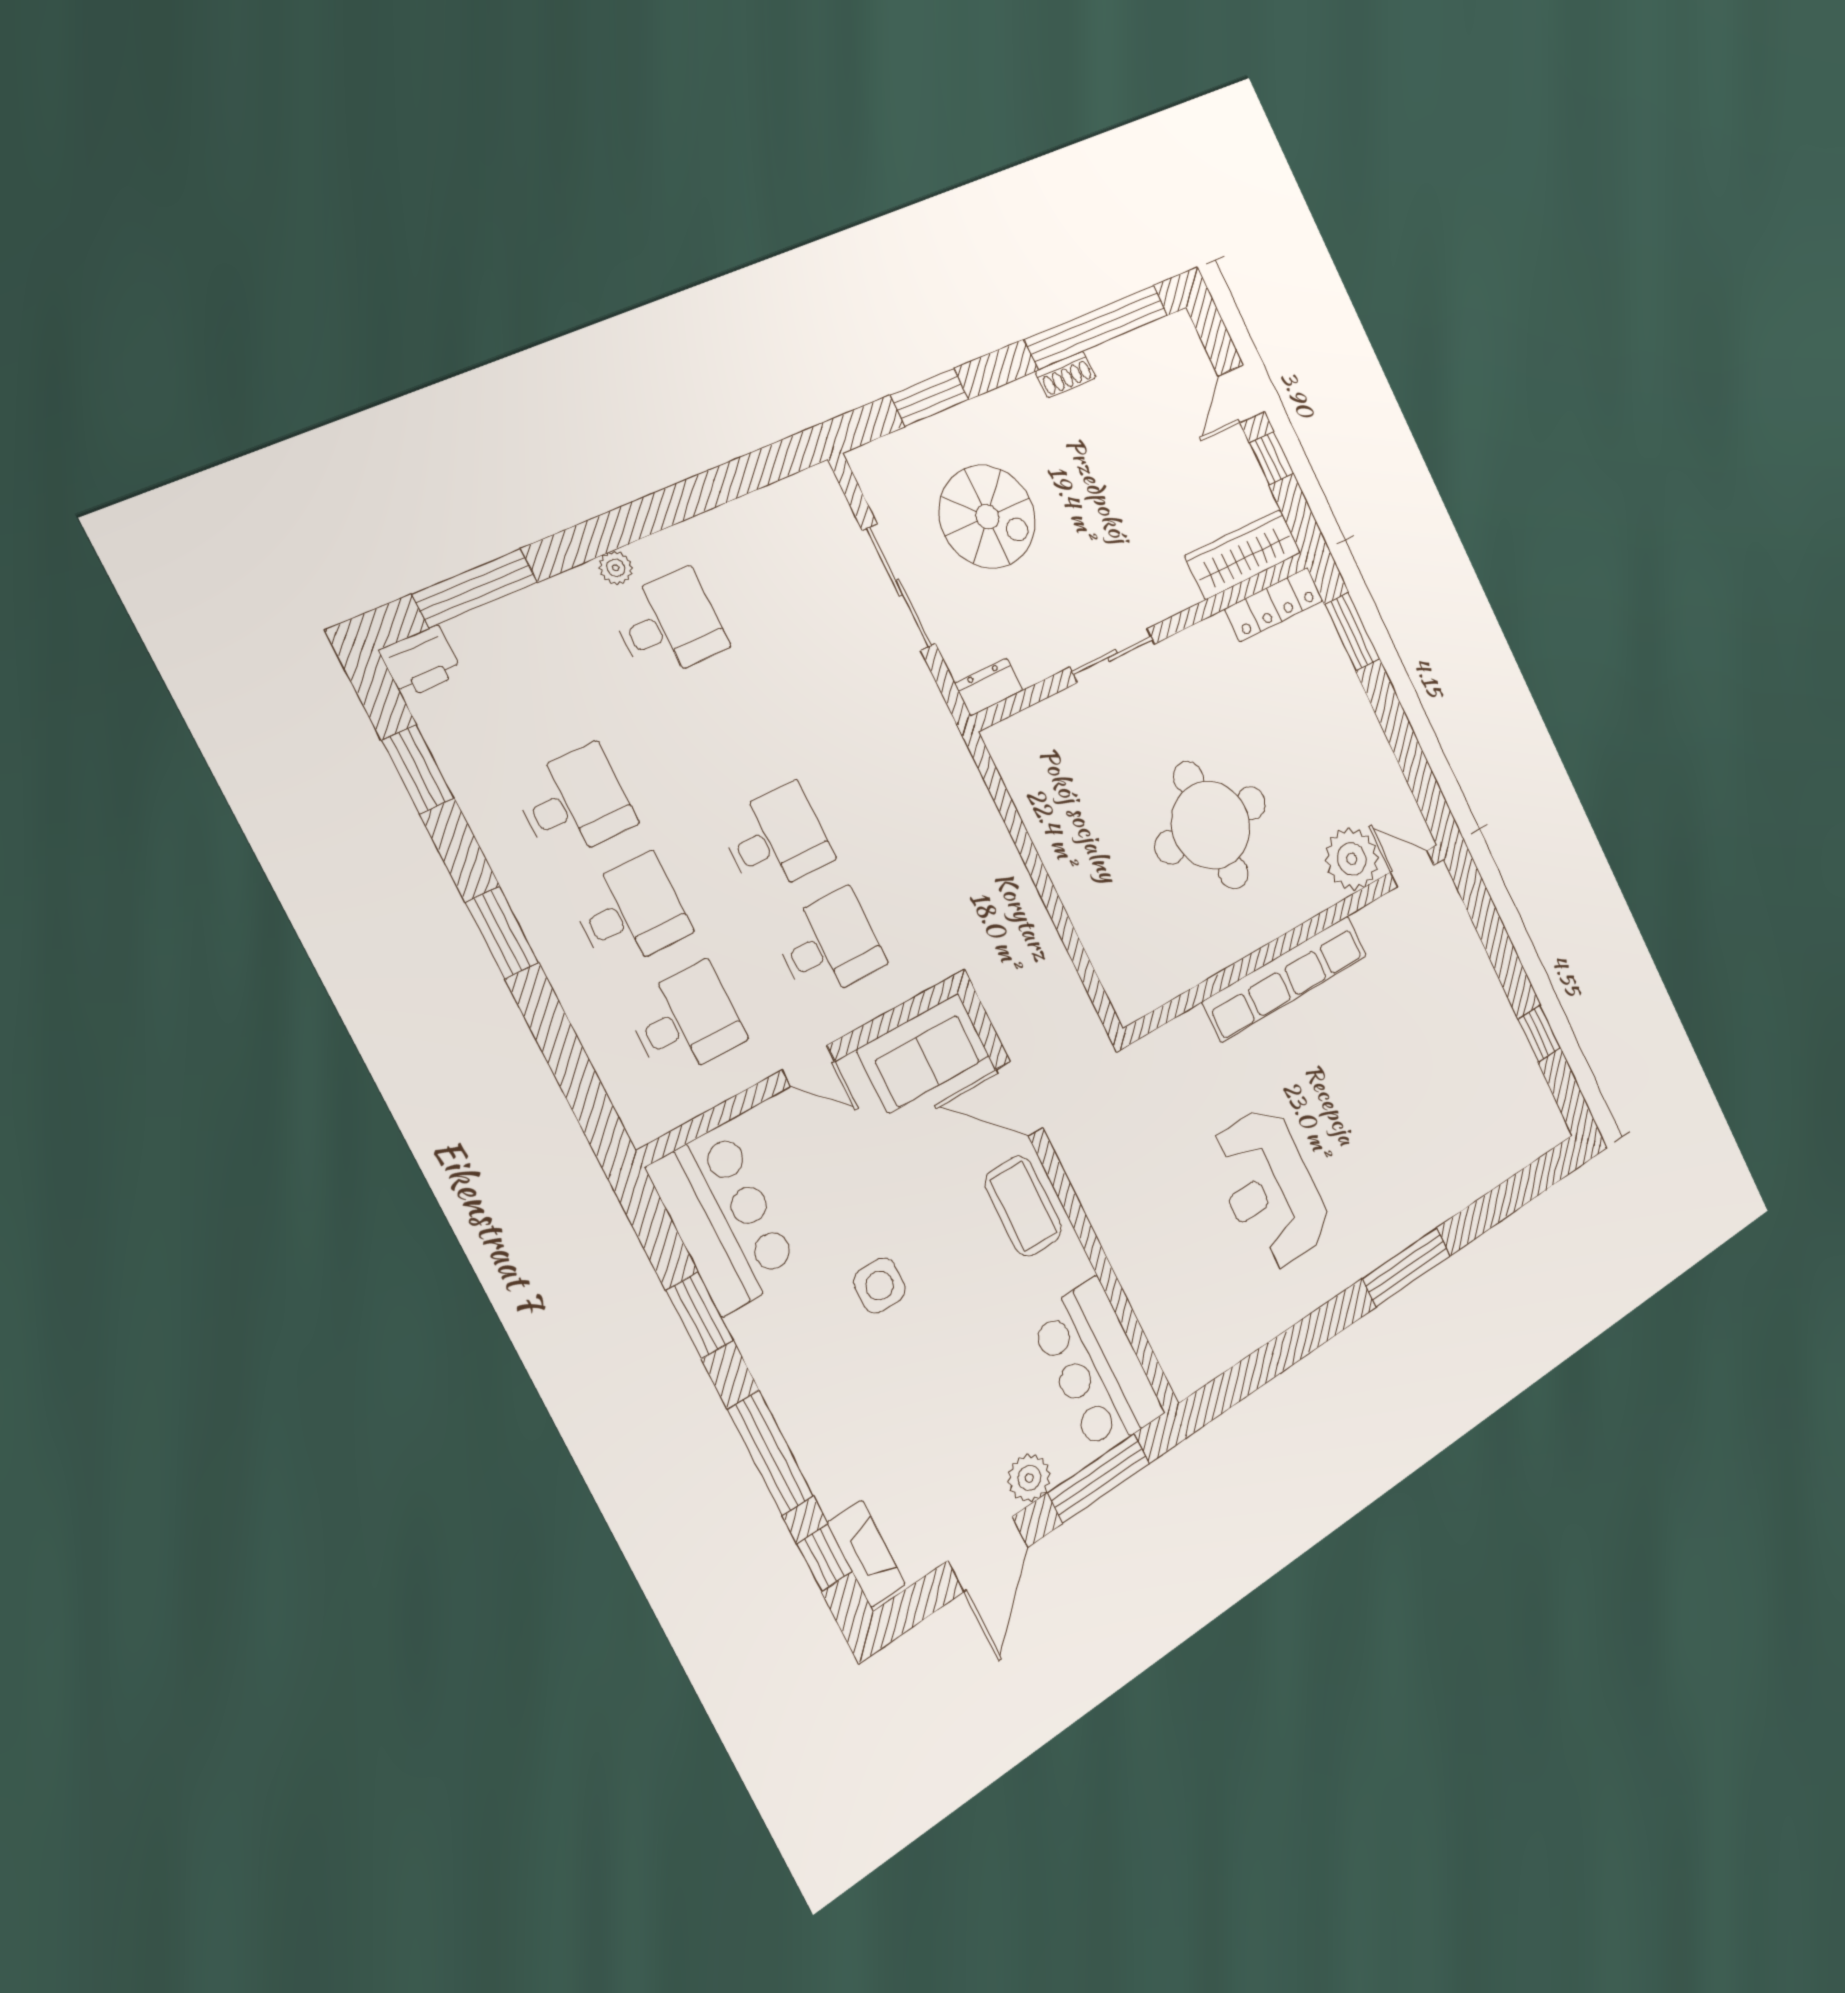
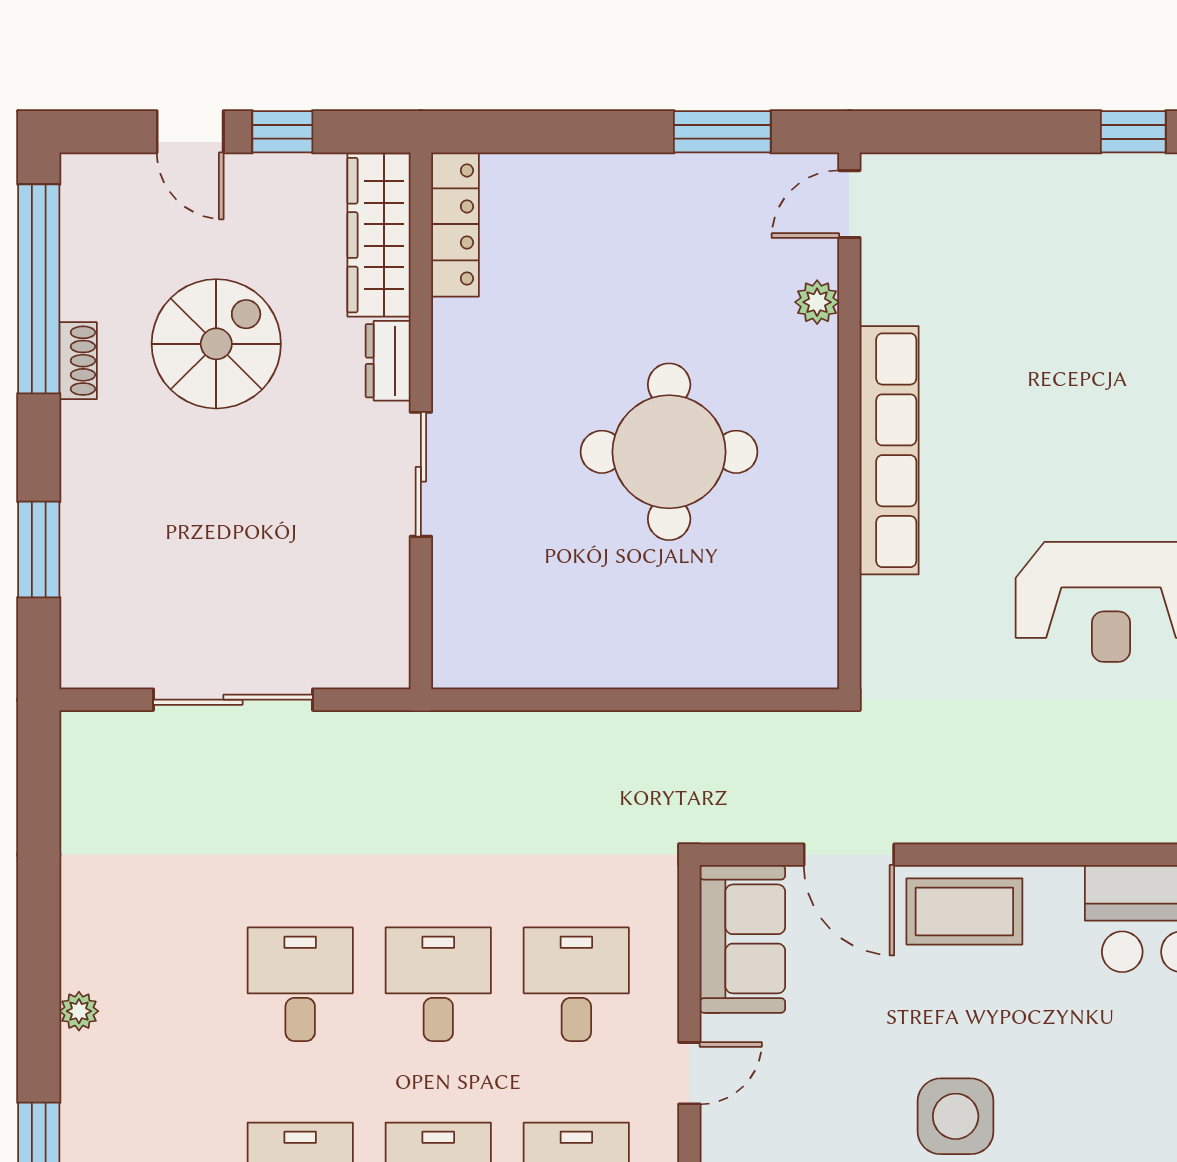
spiral stairs: (987, 517) -> (216, 344), moved
desk: (669, 625) -> (300, 984), moved
window: (1352, 632) -> (722, 132), moved
dresser: (989, 687) -> (388, 361), moved
plant: (1352, 859) -> (817, 302), width x0.53, depth x0.53
door: (1019, 1099) -> (849, 855), hinge flipped
side table: (879, 1286) -> (956, 1116), width x1.37, depth x1.37

